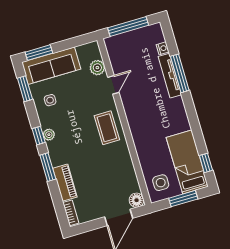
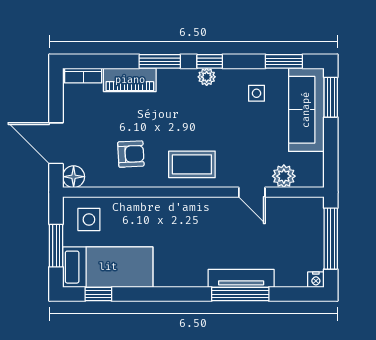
nightstand: (163, 48) -> (316, 280), moved
armchair: (112, 168) -> (131, 154), added

